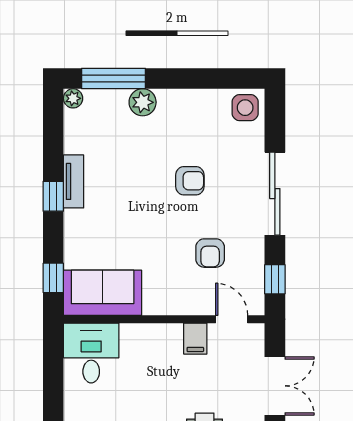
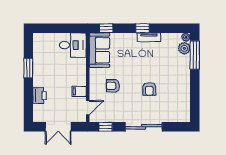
plant: (143, 102) -> (184, 48), moved
side table: (245, 108) -> (182, 114), removed
armchair: (210, 253) -> (113, 86), moved

